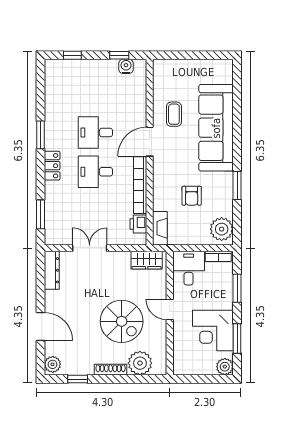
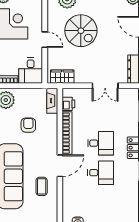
spiral stairs: (122, 321) -> (81, 31), turned 180

